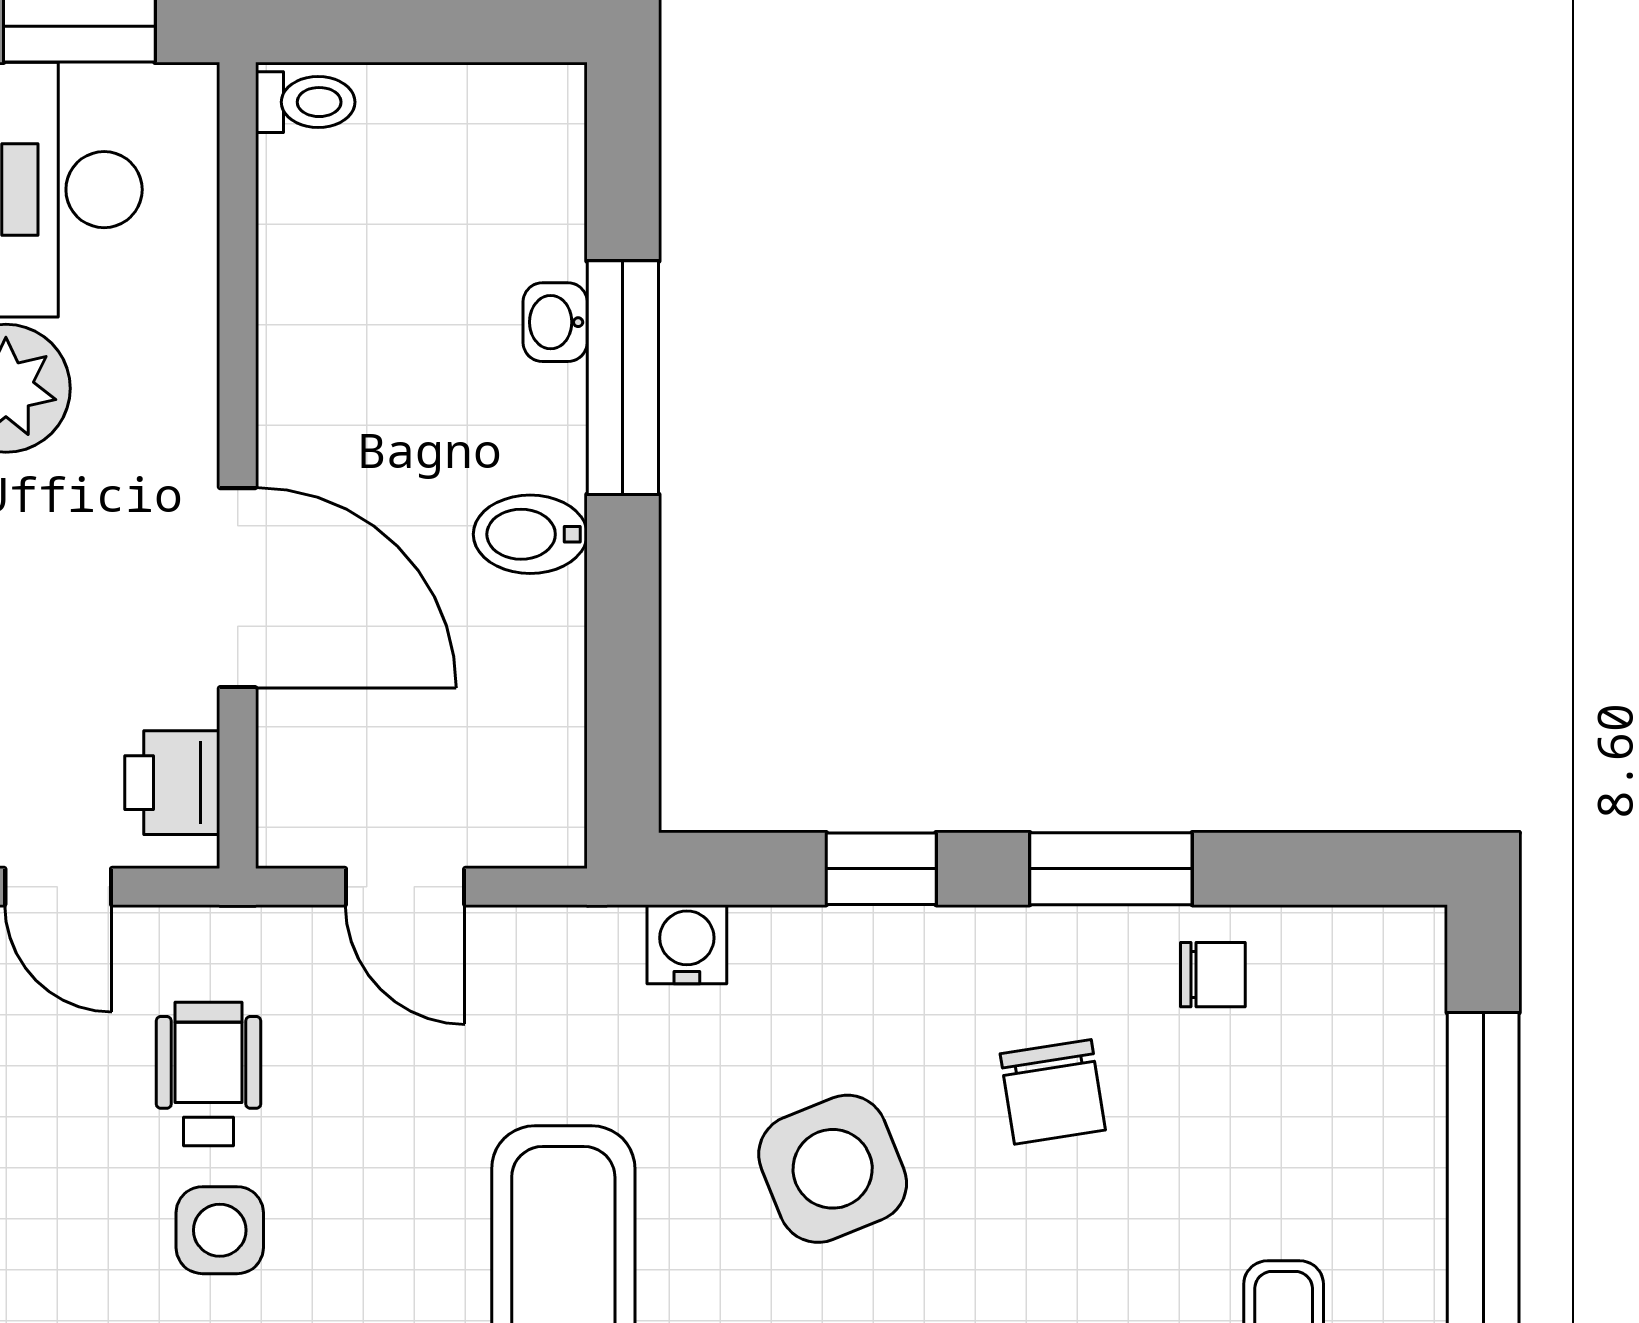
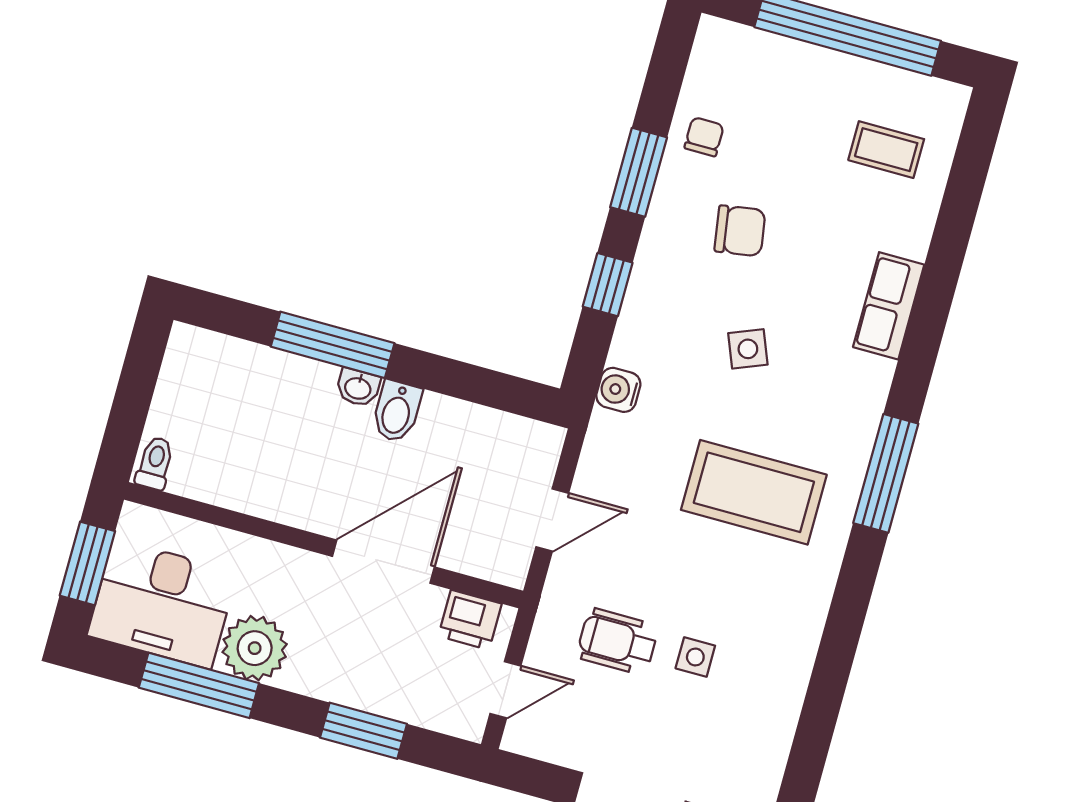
washbasin: (555, 322) -> (358, 388), moved
side table: (833, 1169) -> (748, 349), width x0.54, depth x0.54
side table: (220, 1230) -> (695, 657), width x0.73, depth x0.73

